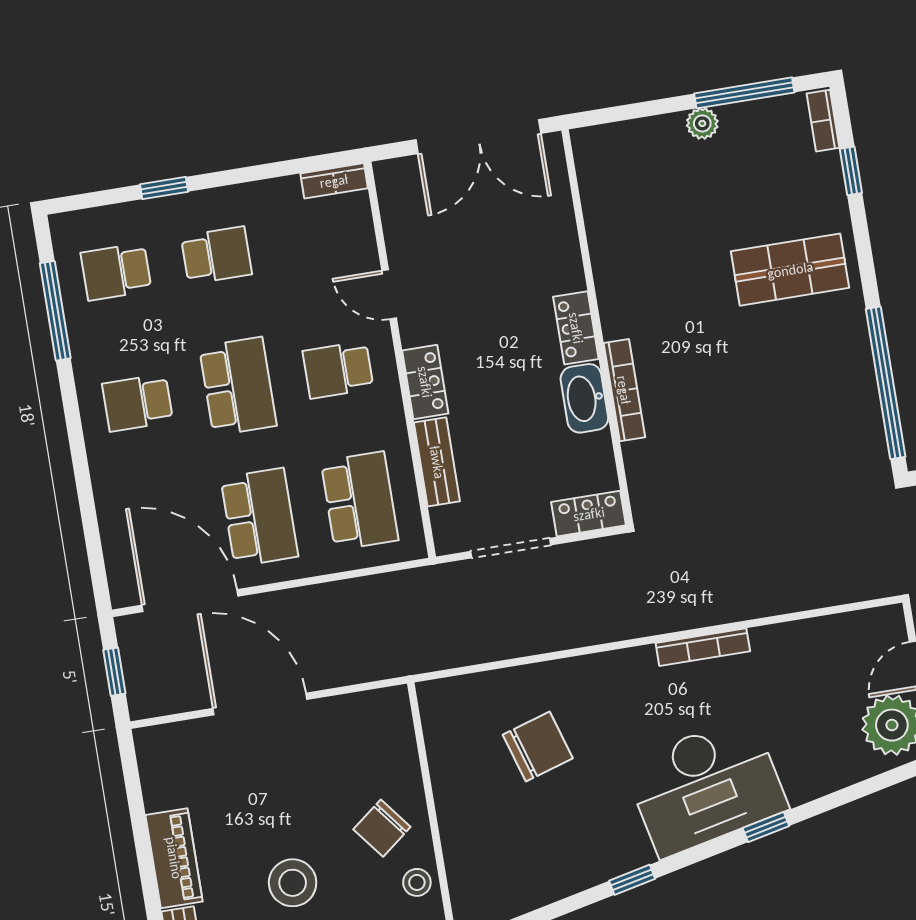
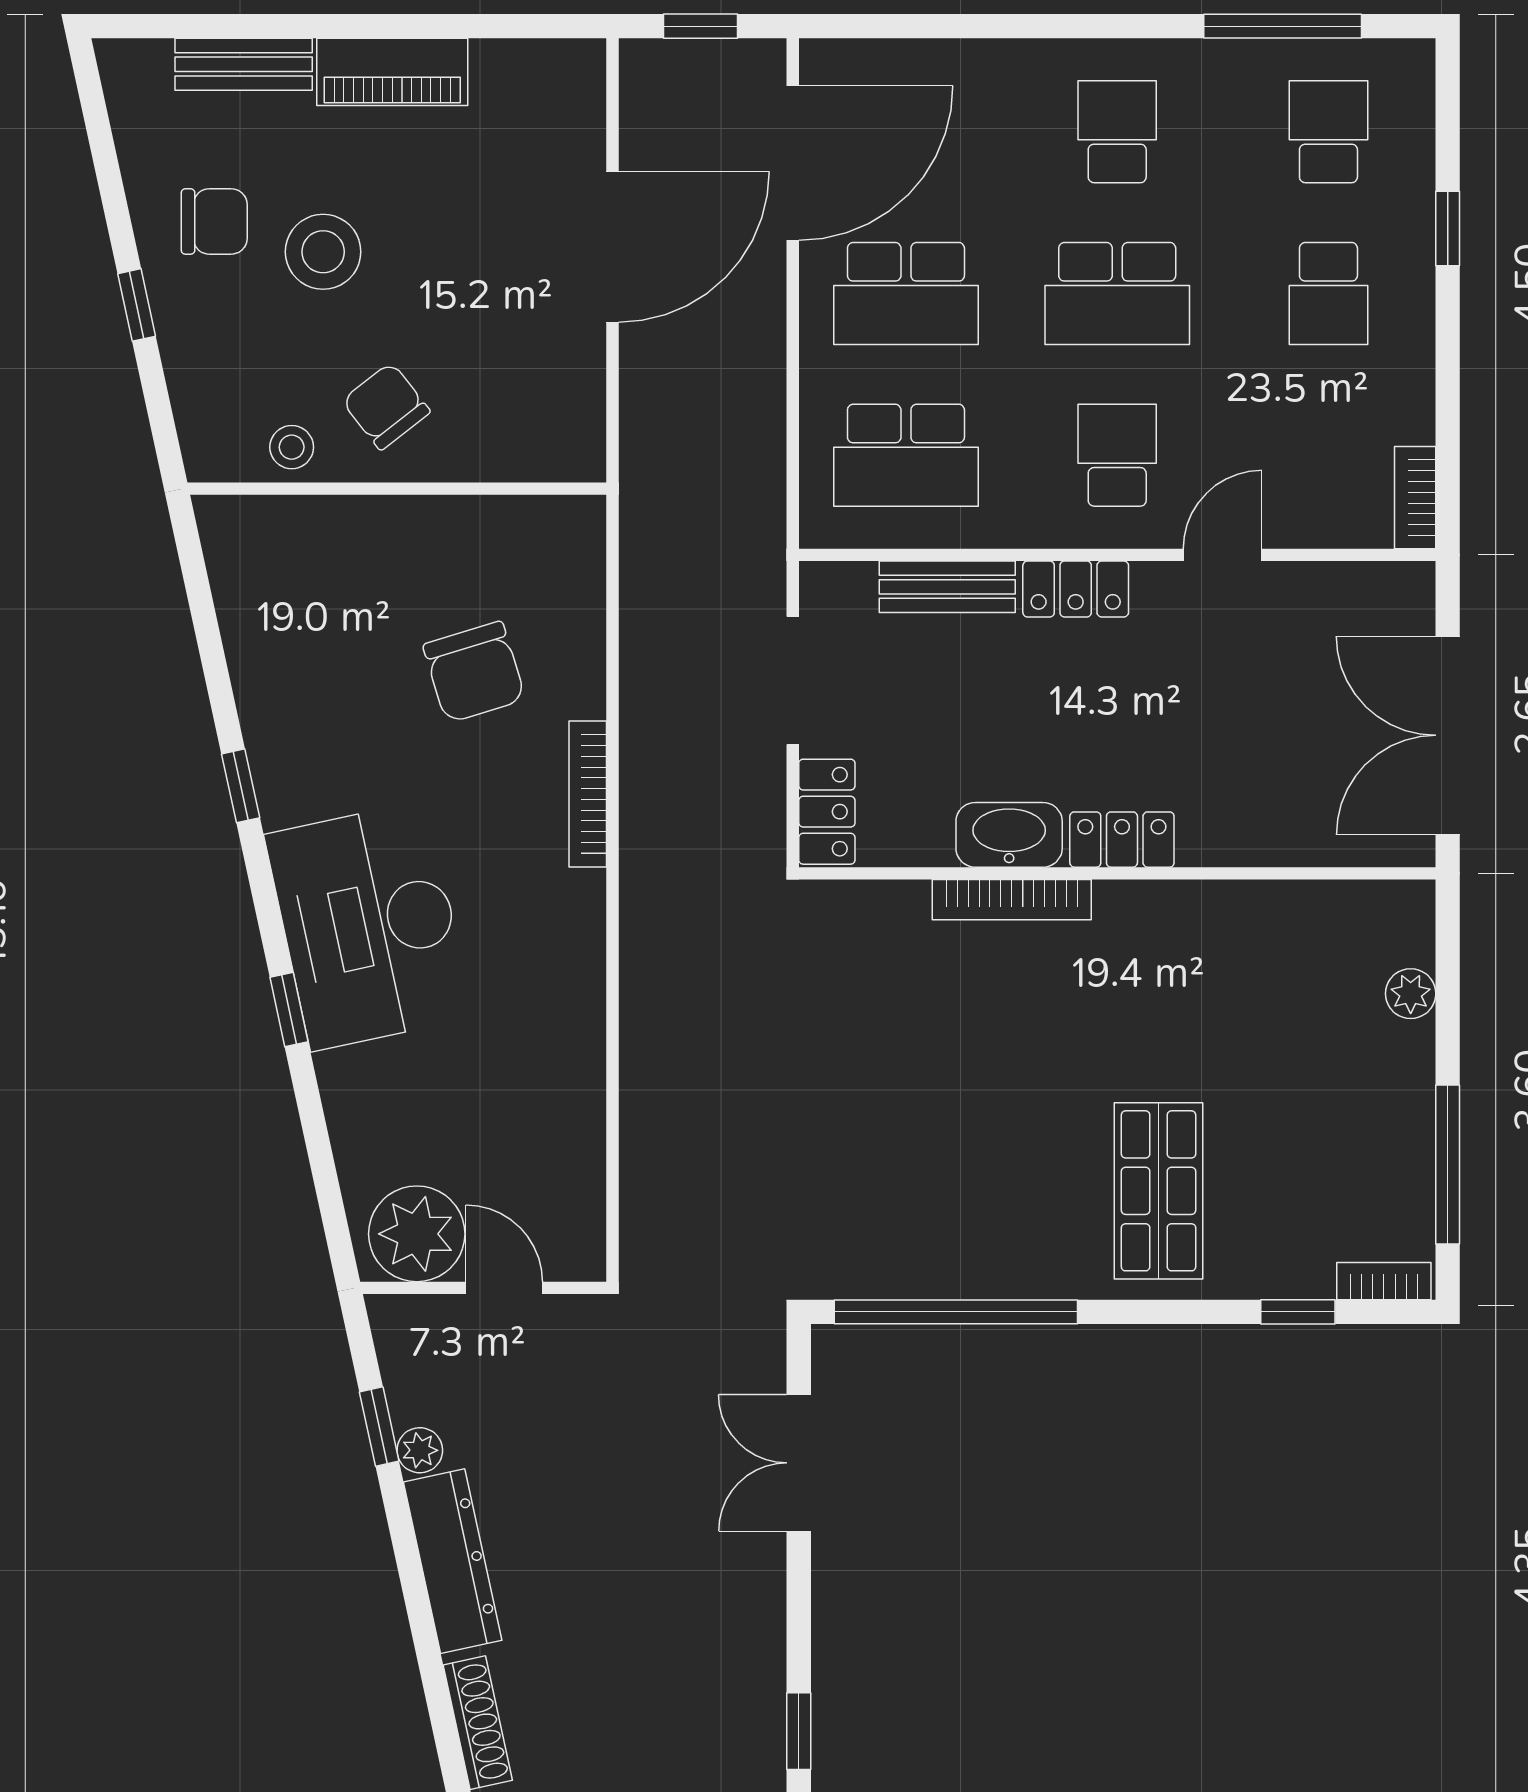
plant: (702, 123) -> (1411, 994), moved
bookcase: (703, 647) -> (588, 794), moved

